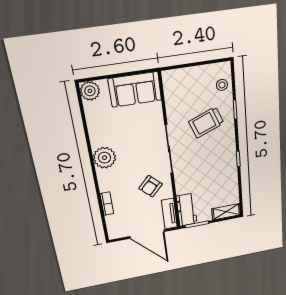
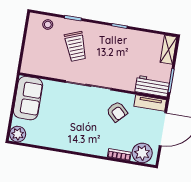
plant: (105, 158) -> (142, 153), moved

